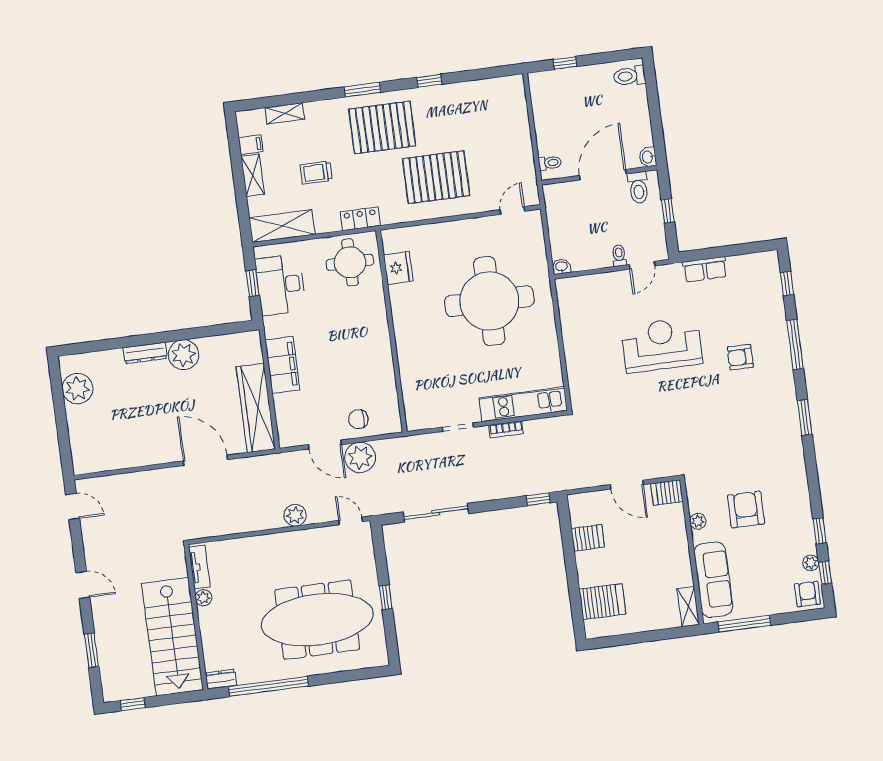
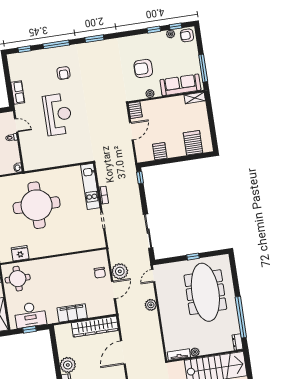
reception desk: (662, 345) -> (58, 114), turned 180

